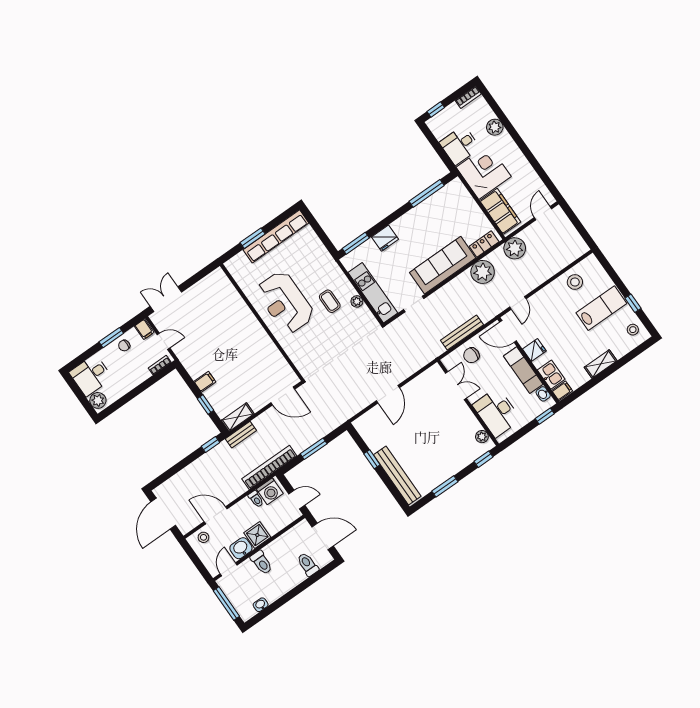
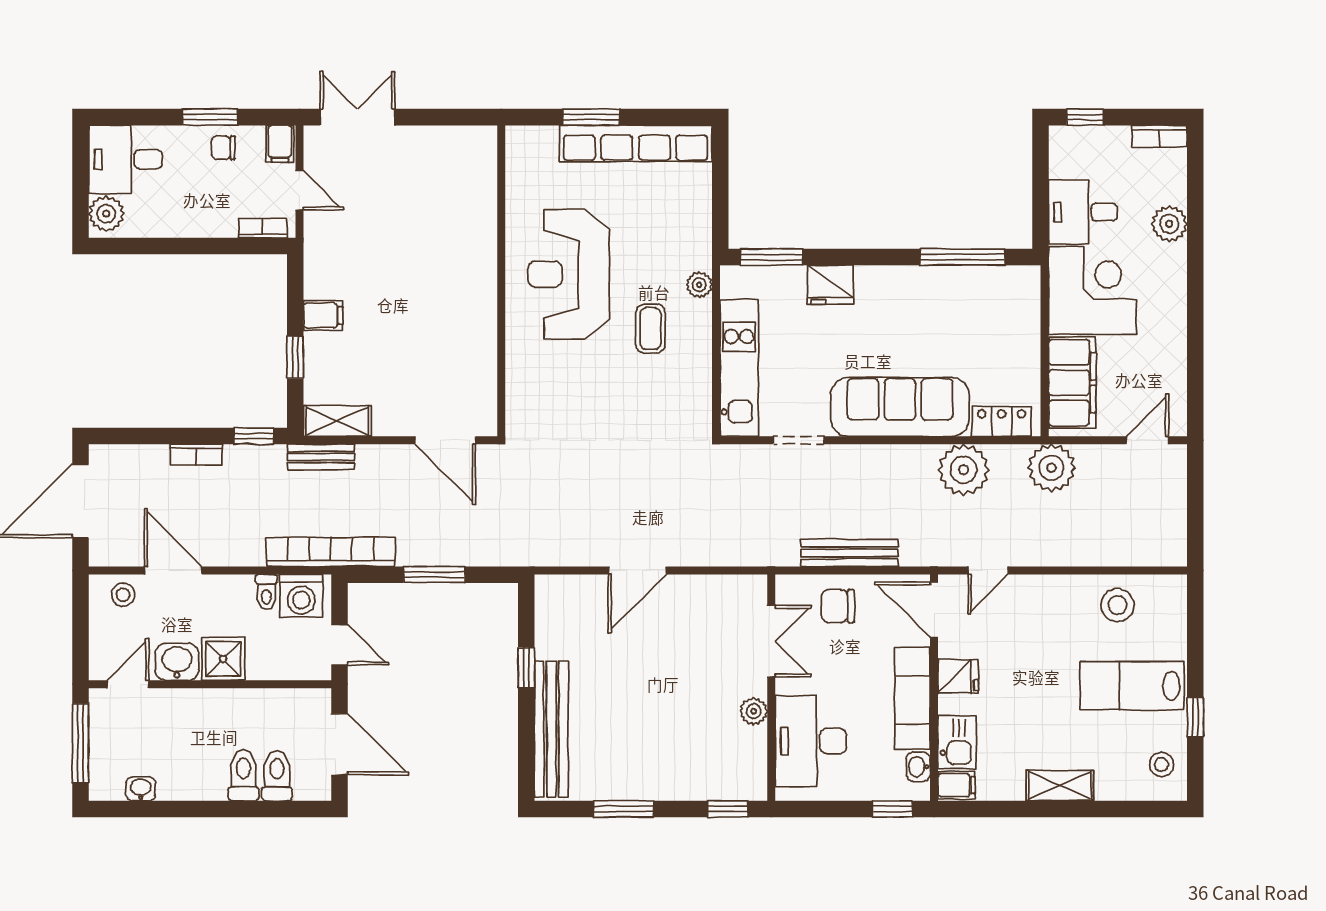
plant: (357, 301) -> (699, 285), moved
lab bench: (601, 308) -> (1132, 686), turned 180
plant: (482, 437) -> (754, 711), moved
bookcase: (194, 466) -> (196, 455), added
toilet: (261, 562) -> (244, 775), moved, turned 180

